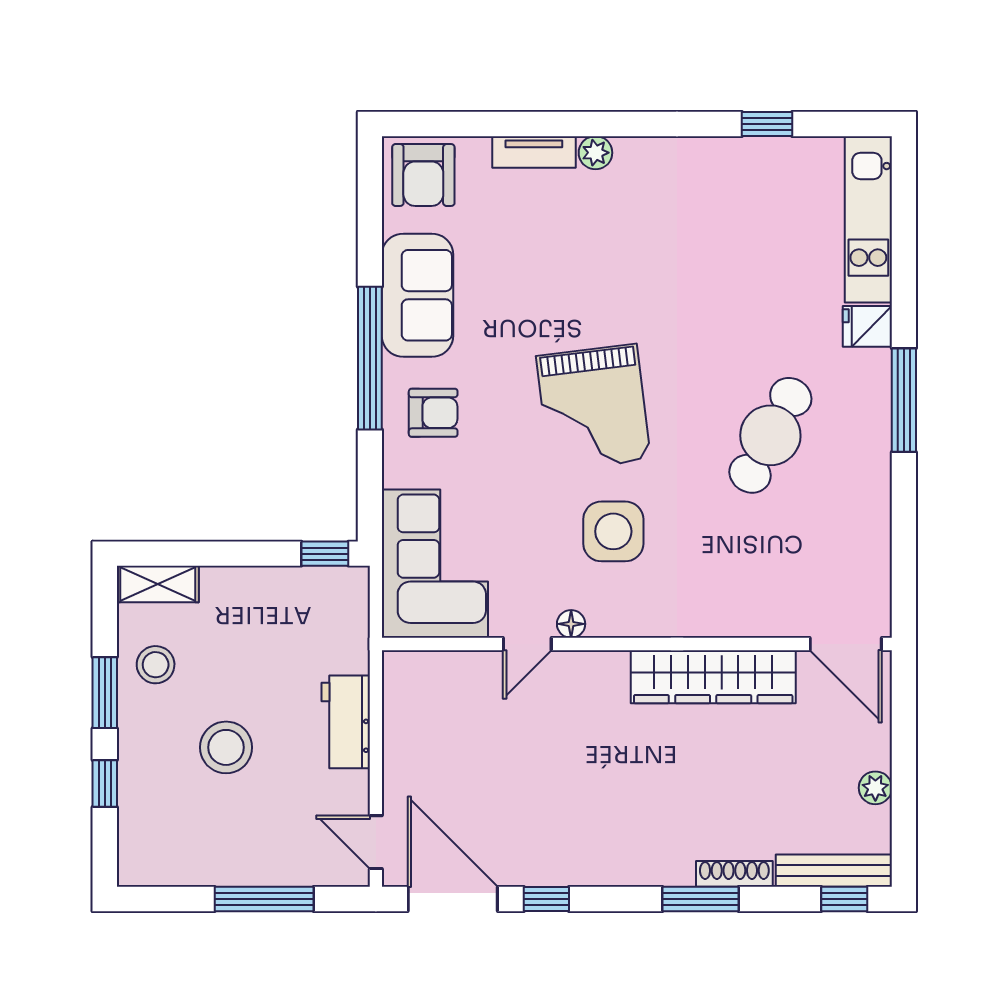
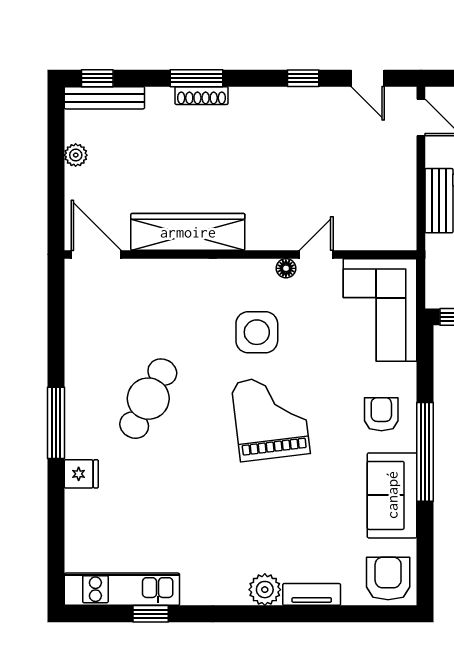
plant: (595, 153) -> (265, 590), width x1.38, depth x1.38
kitchen unit: (868, 219) -> (122, 589), moved, turned -90
armchair: (433, 413) -> (381, 414), turned 90
shoe rack: (734, 874) -> (202, 96), moved
door: (453, 899) -> (368, 78), width x0.53

